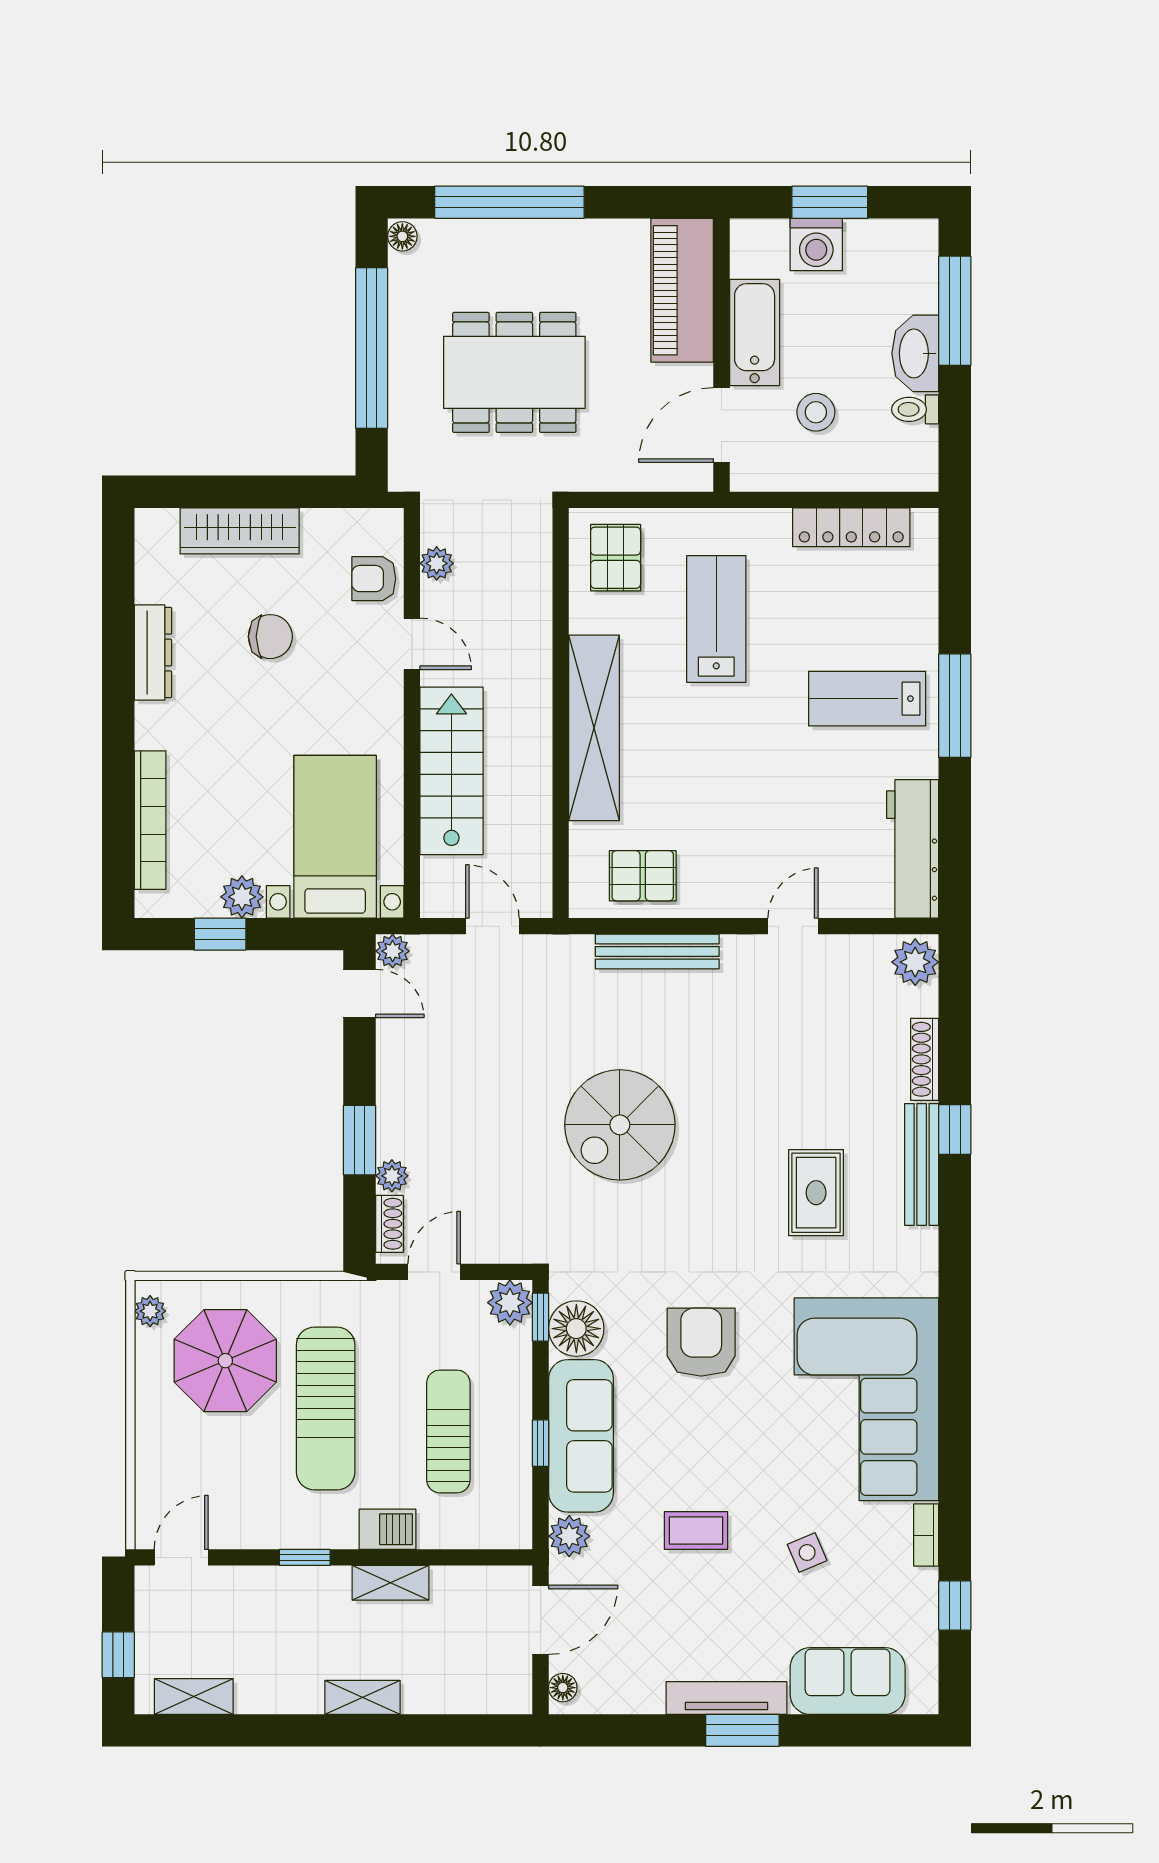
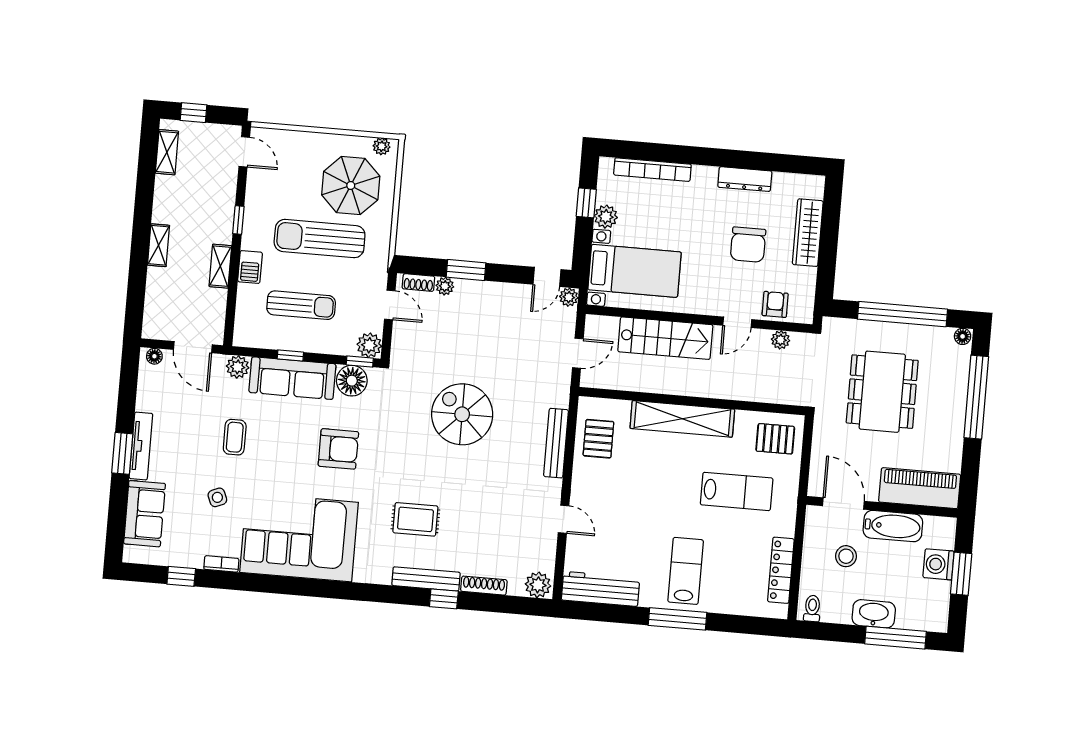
toilet: (915, 409) -> (812, 608), moved
chair: (270, 637) -> (748, 245), width x1.37, depth x1.37

